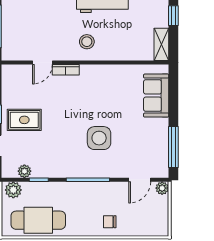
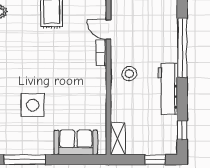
shelving: (161, 44) -> (118, 139), moved, turned 90
side table: (99, 138) -> (33, 105), moved

